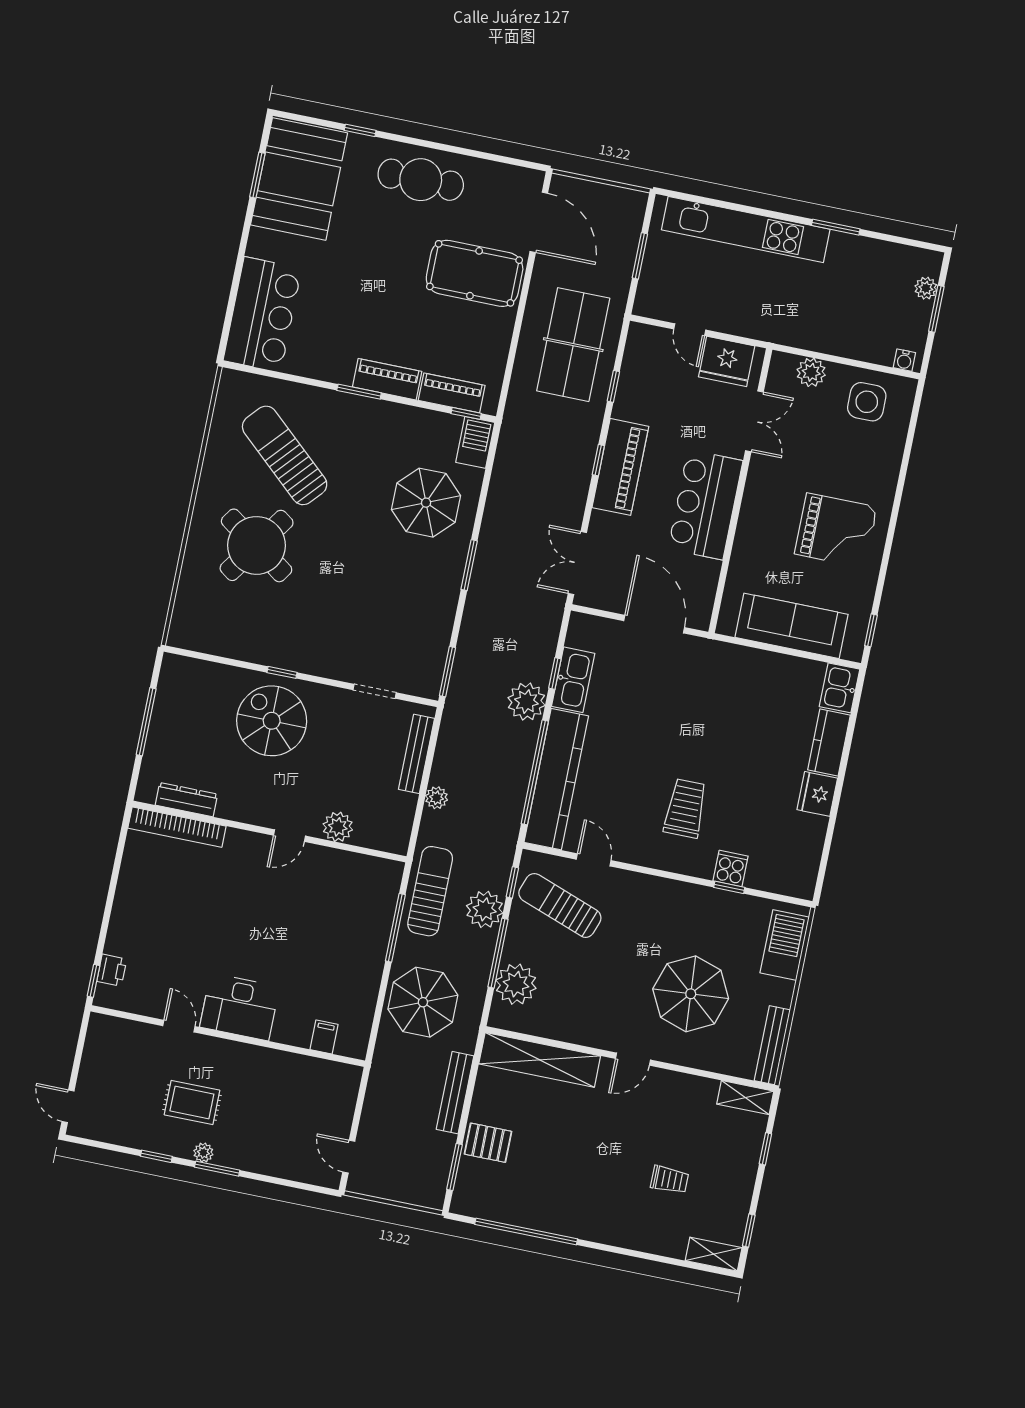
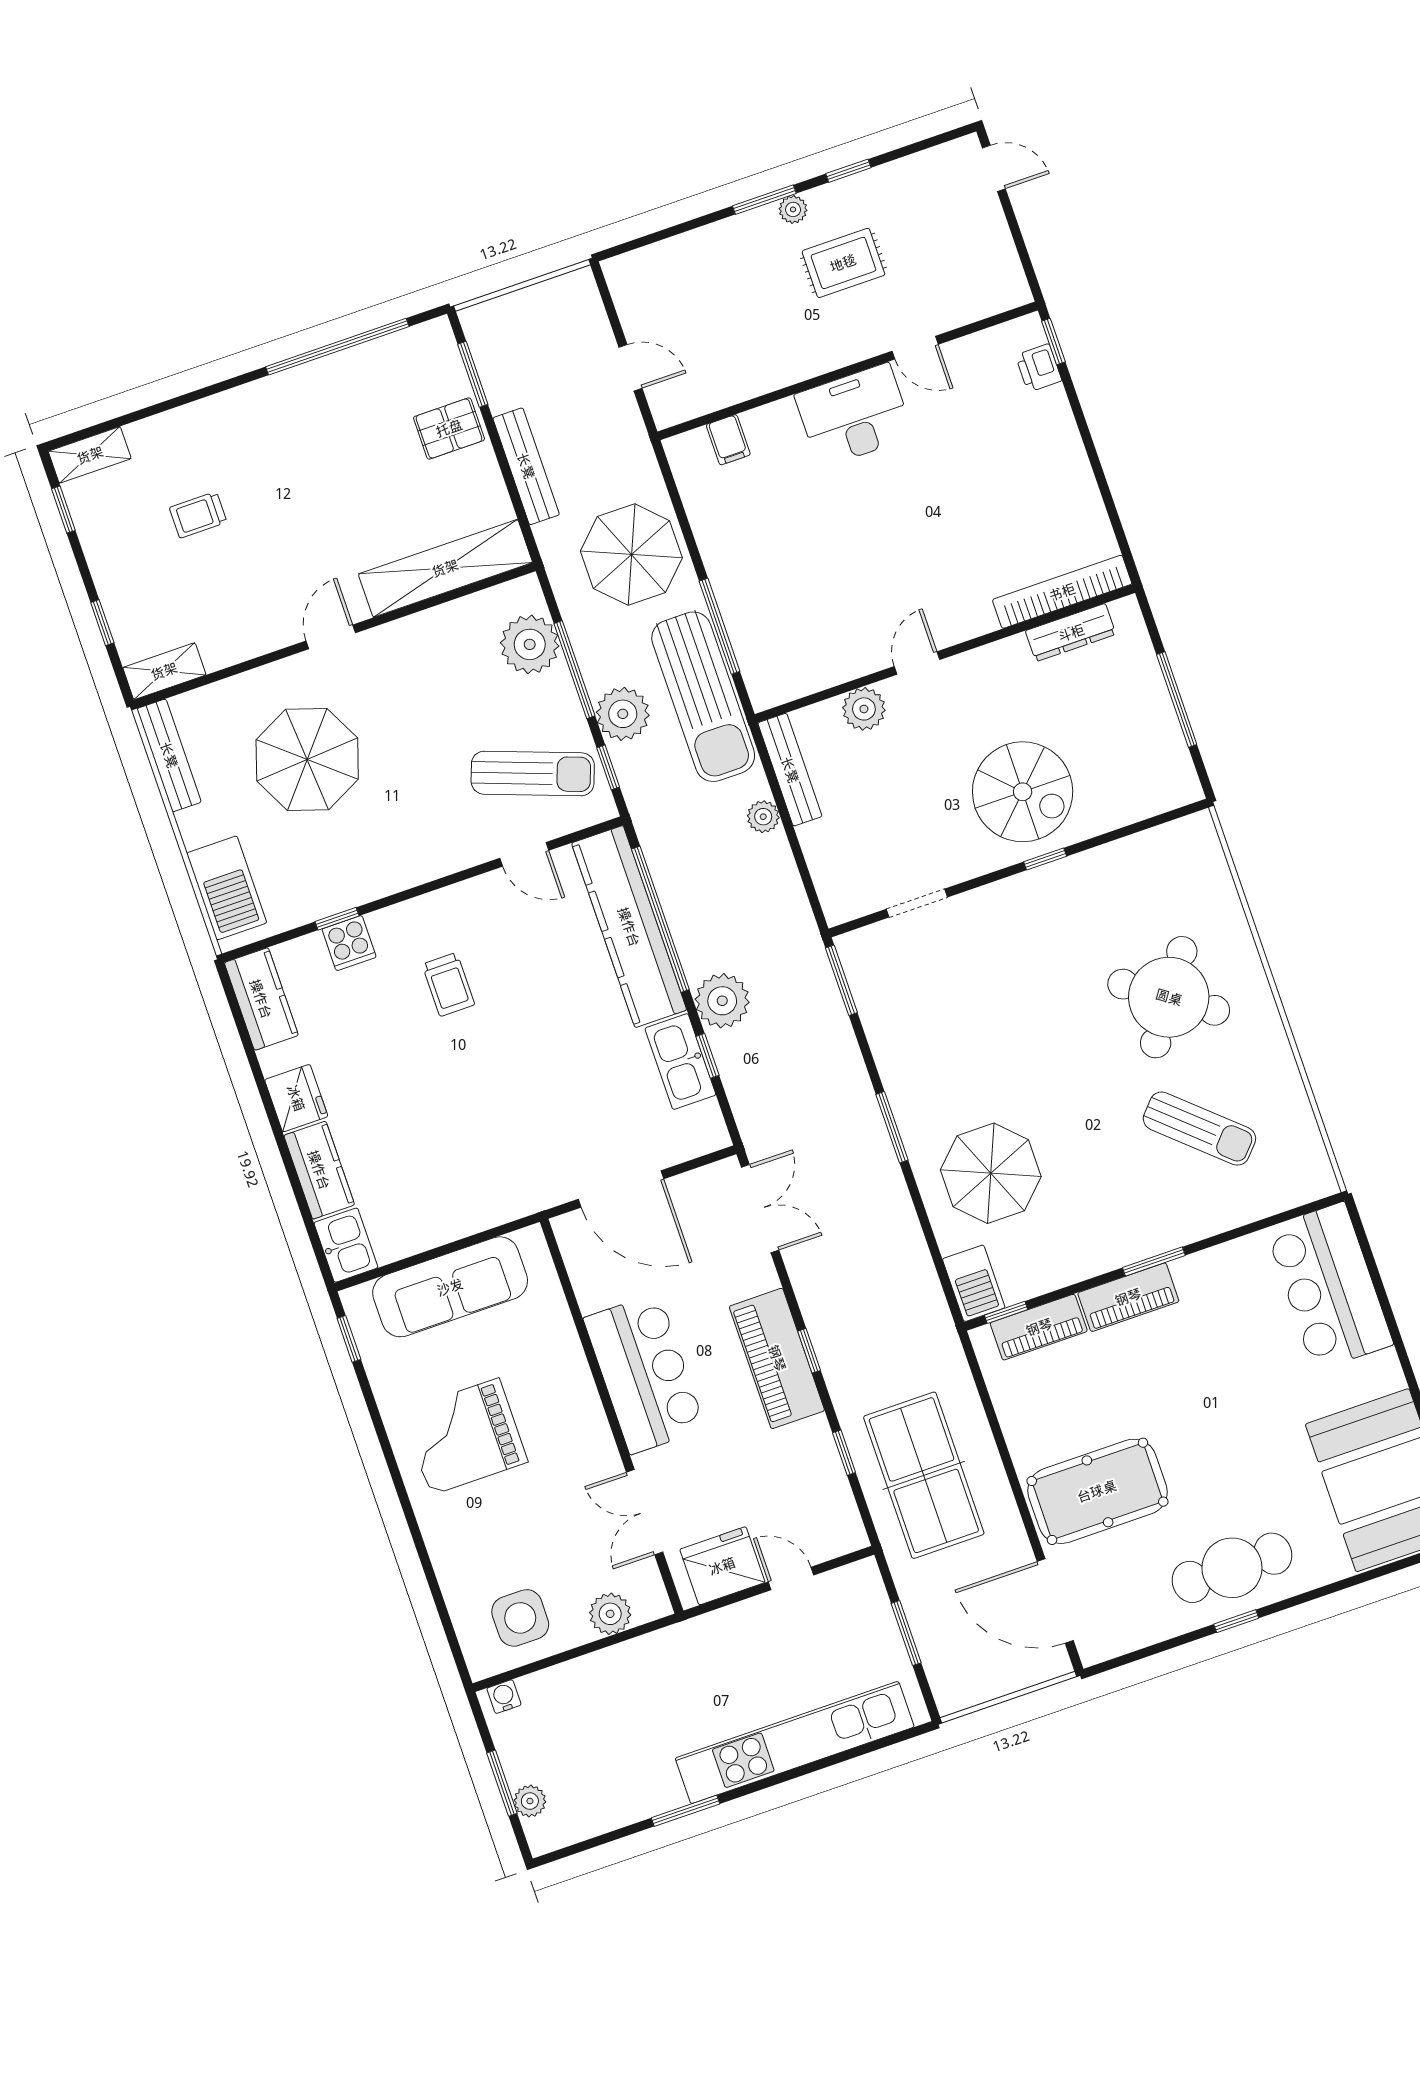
window: (360, 130) -> (1236, 1621), moved
sun lounger: (285, 455) -> (1199, 1129), width x0.73, depth x0.75
bench: (417, 754) -> (790, 770), moved
trolley: (685, 808) -> (448, 984), width x0.73, depth x0.72
kitchen counter: (803, 866) -> (261, 999), added
sun lounger: (430, 891) -> (703, 697), width x1.36, depth x1.34
door: (349, 1157) -> (631, 368), moved

